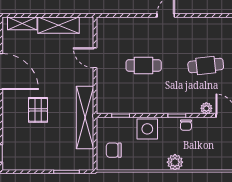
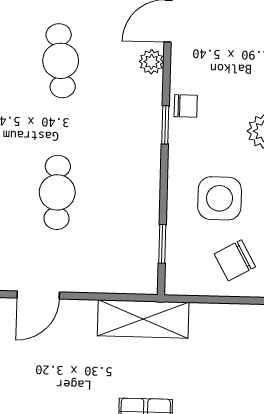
shelving: (85, 118) -> (143, 319), width x0.68
side table: (147, 129) -> (220, 198), moved
chair: (114, 150) -> (235, 260), turned 61

